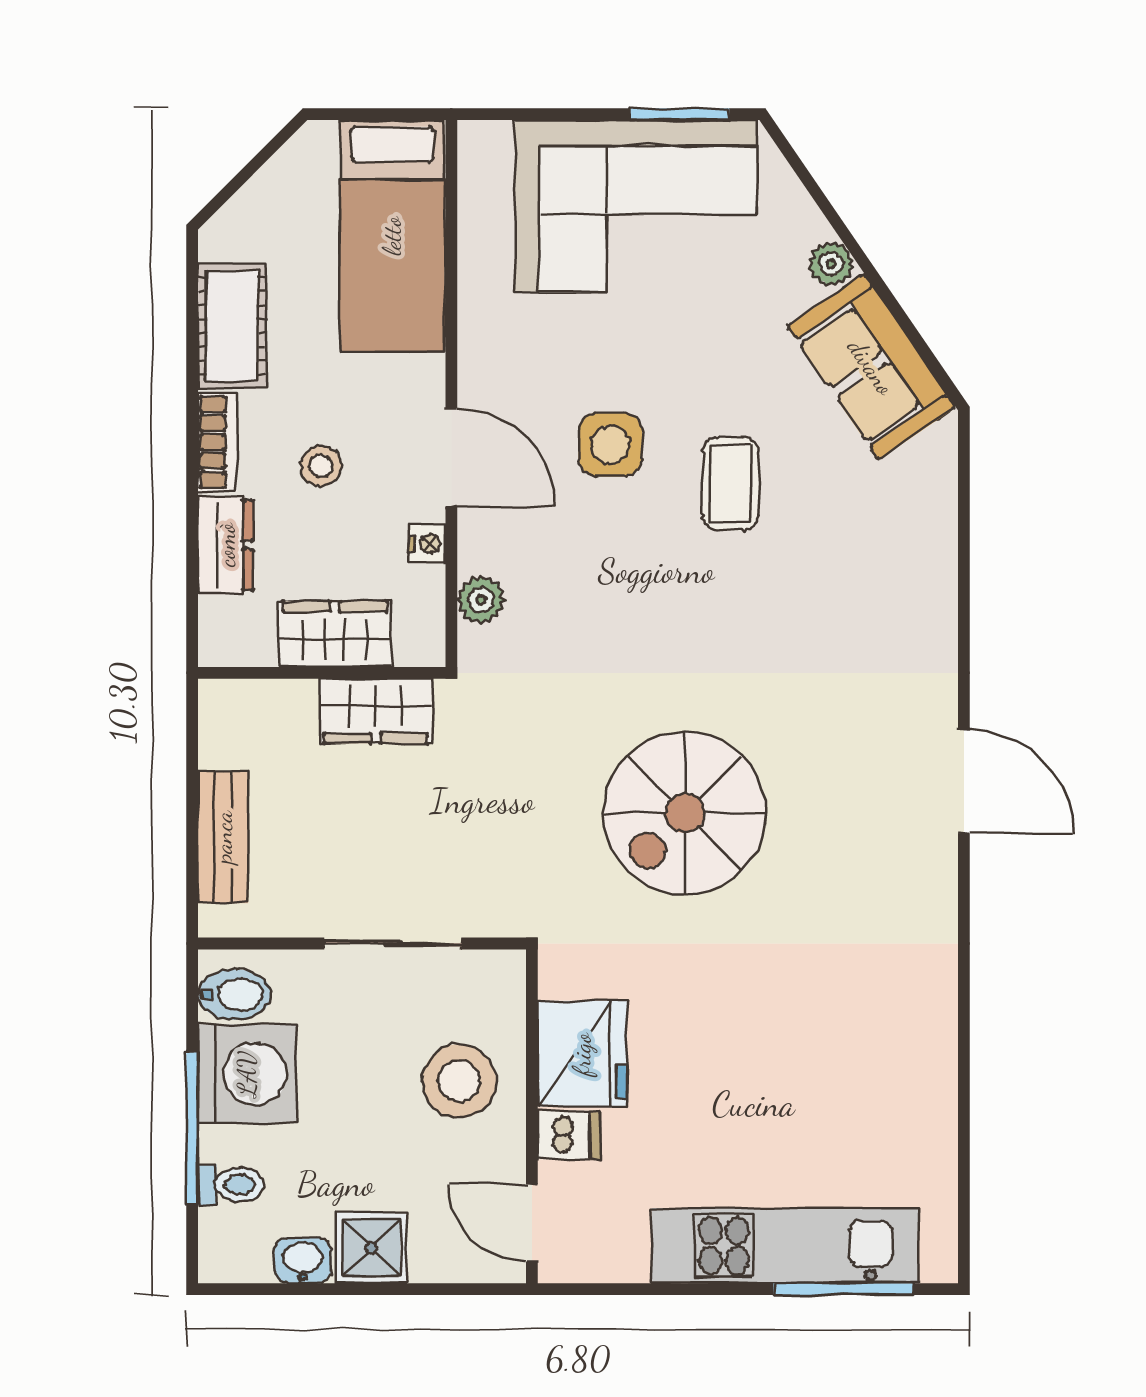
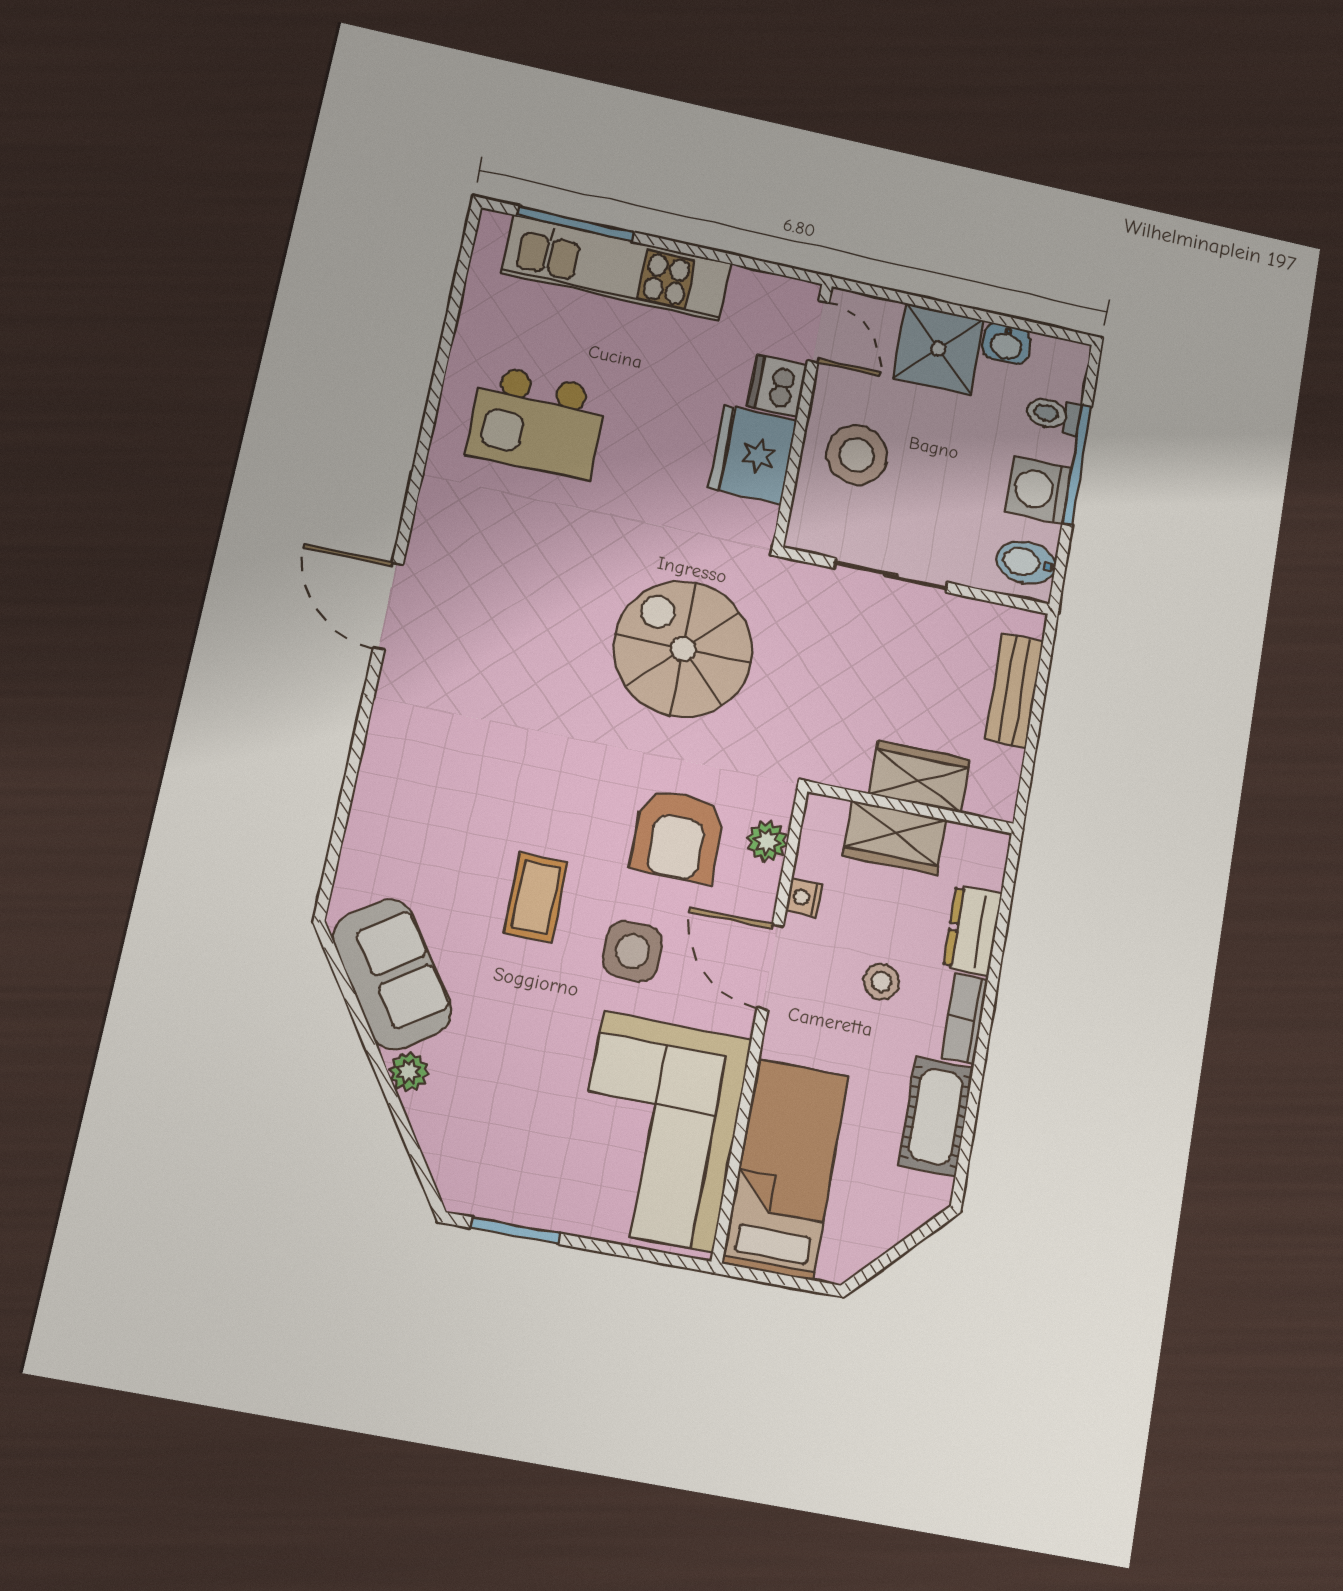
corner sofa: (636, 206) -> (658, 1131), moved, turned -90
armchair: (584, 586) -> (678, 836), added
wardrobe: (376, 711) -> (919, 777), moved
spiral stairs: (685, 813) -> (683, 649), moved, turned -90
kitchen island: (840, 1036) -> (537, 422), added
washing machine: (247, 1074) -> (1039, 490), width x0.73, depth x0.73
dishwasher: (569, 1135) -> (777, 386), width x1.38
shower: (371, 1248) -> (938, 349), width x1.36, depth x1.36

